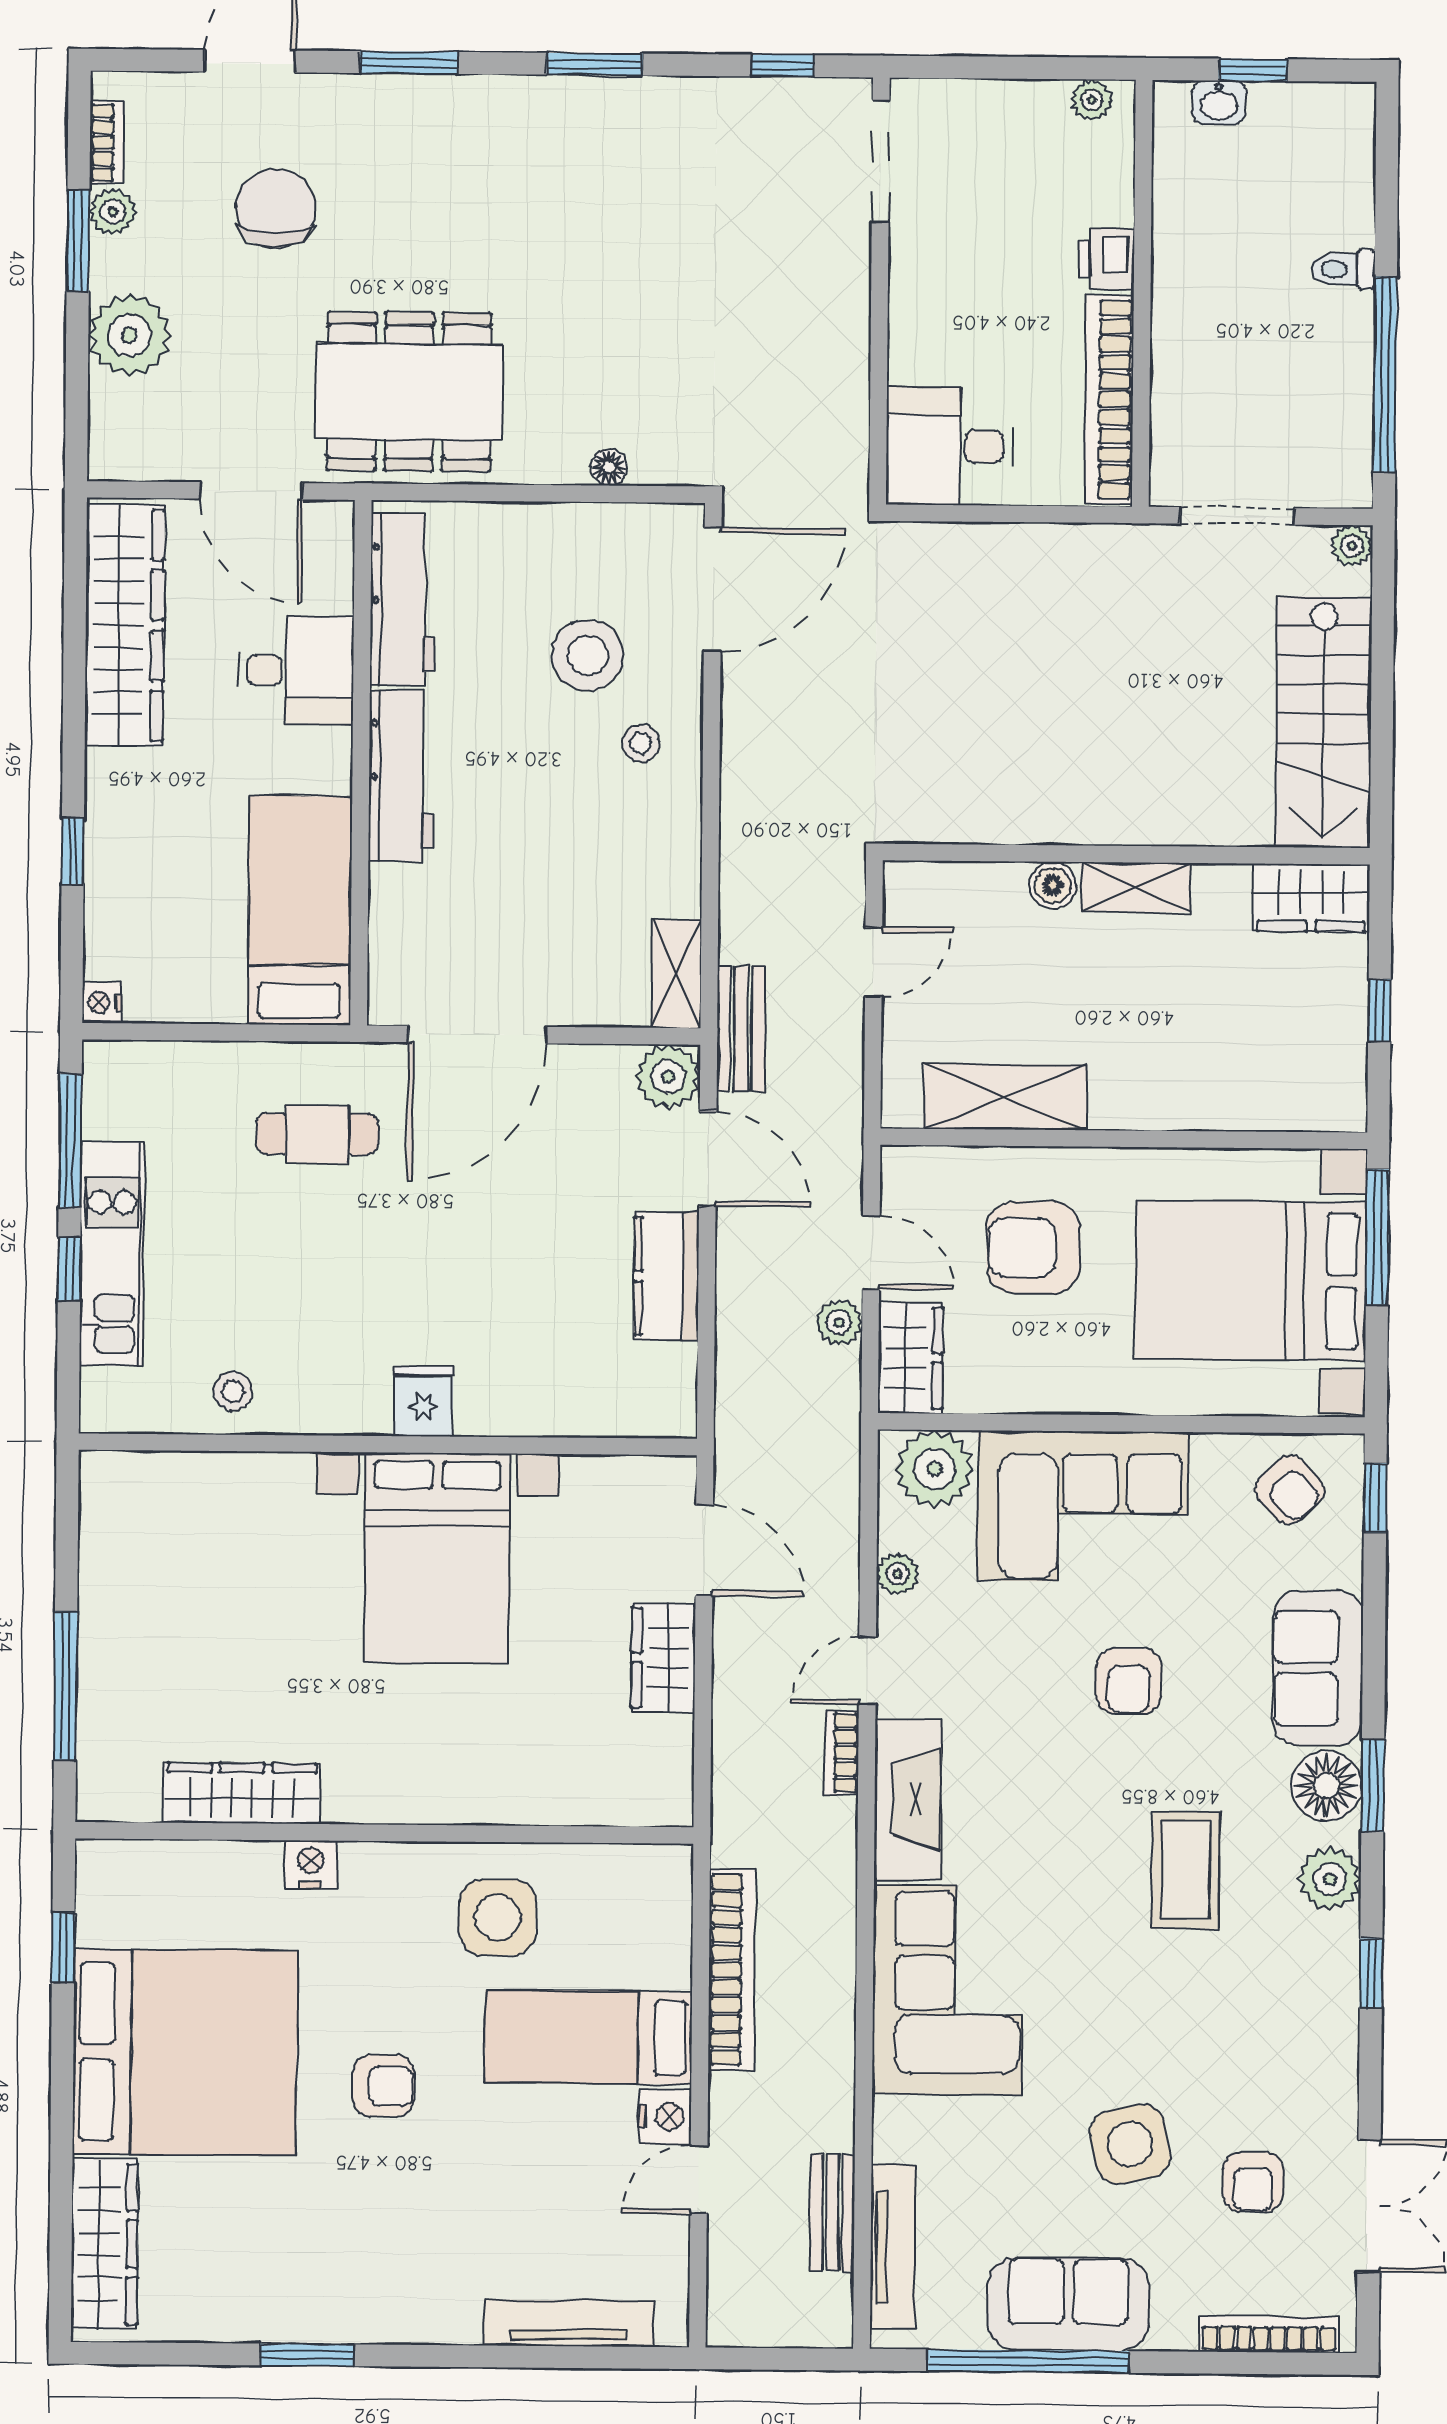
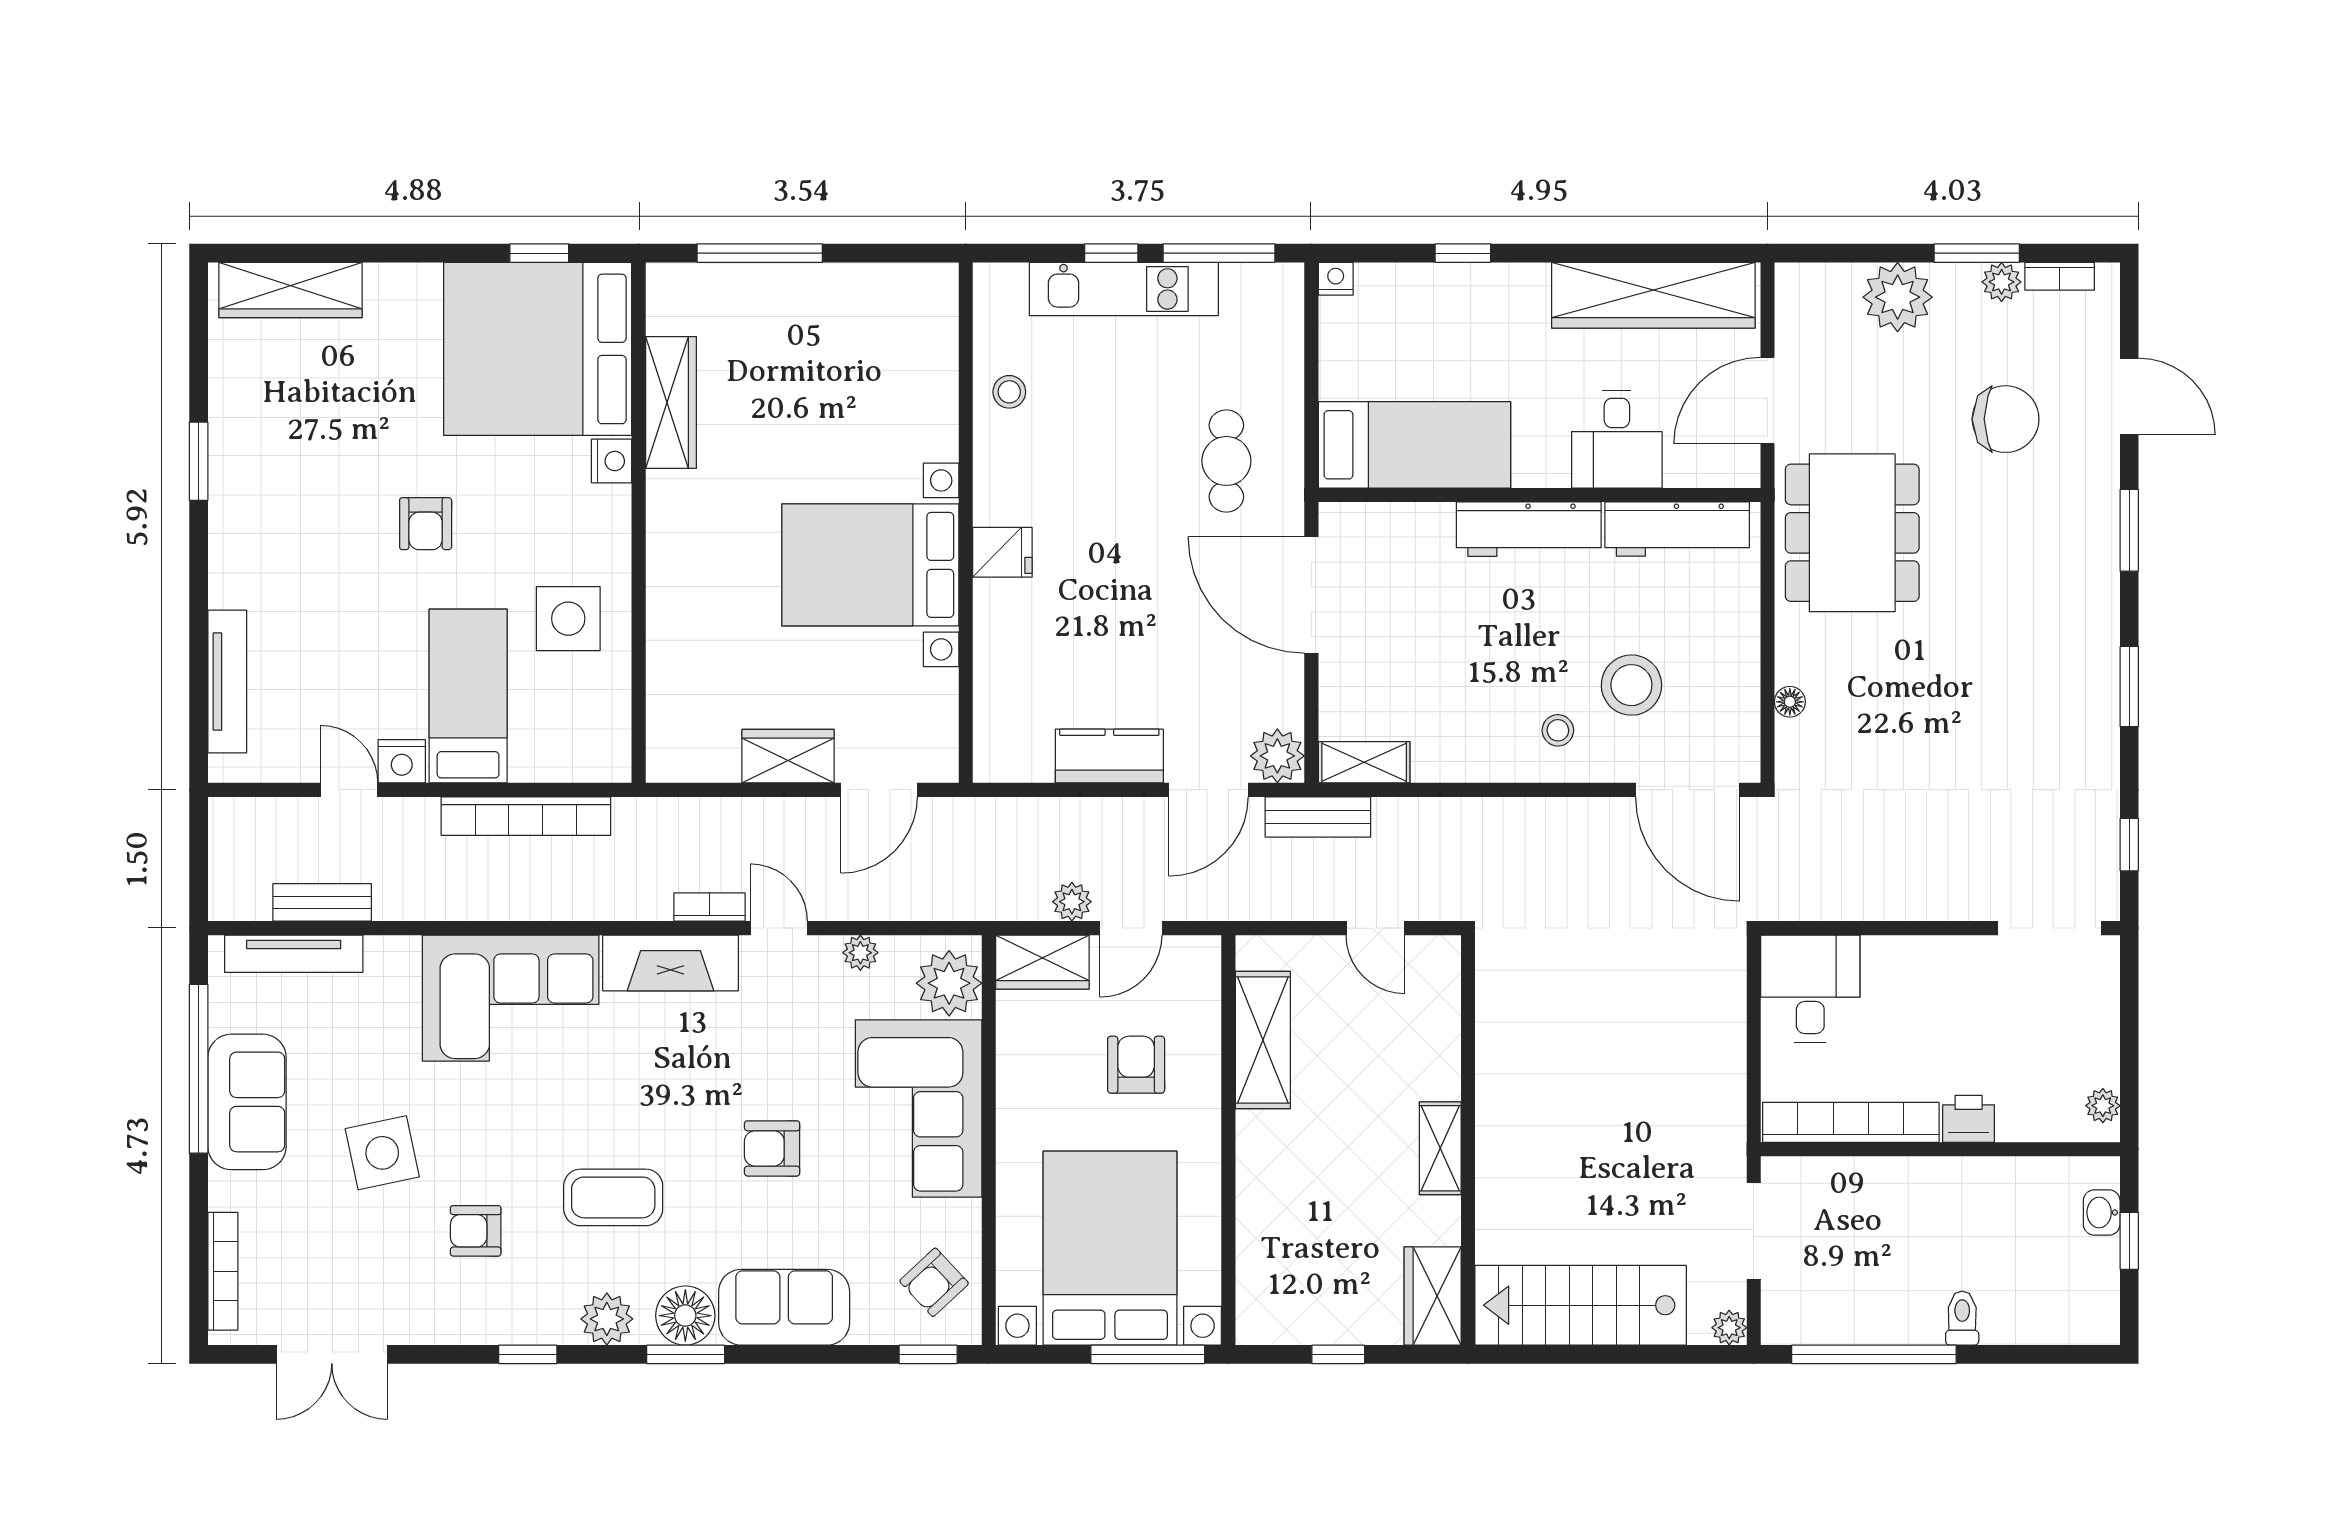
boiler: (1053, 885) -> (1441, 1078), removed
armchair: (1033, 1248) -> (1136, 1065), width x0.72, depth x0.72
bed: (185, 2052) -> (538, 349), moved, turned 90
armchair: (1253, 2182) -> (476, 1231), moved

